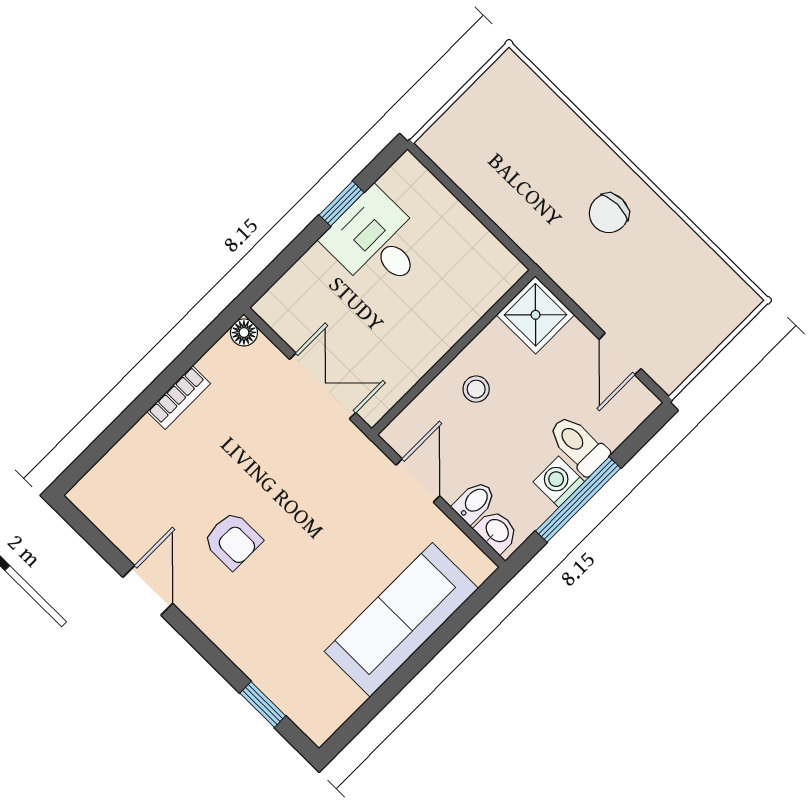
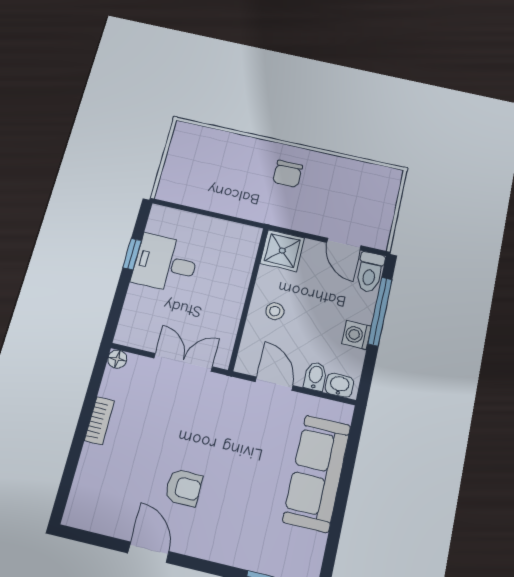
toilet: (578, 445) -> (370, 272), moved, turned -90
window: (578, 500) -> (380, 312), moved

